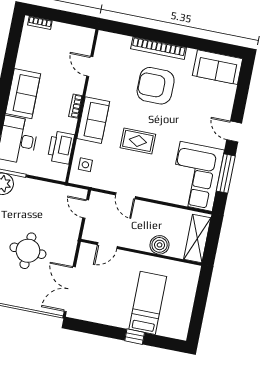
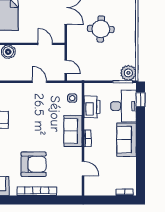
rug: (138, 141) -> (38, 122), removed
door: (107, 246) -> (45, 44), hinge flipped

